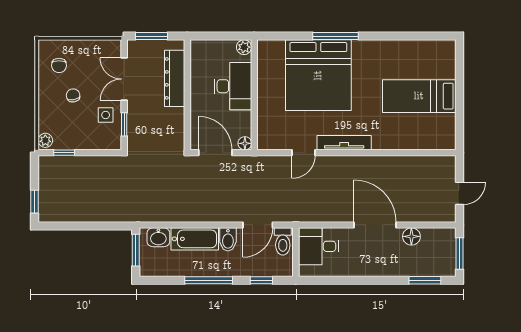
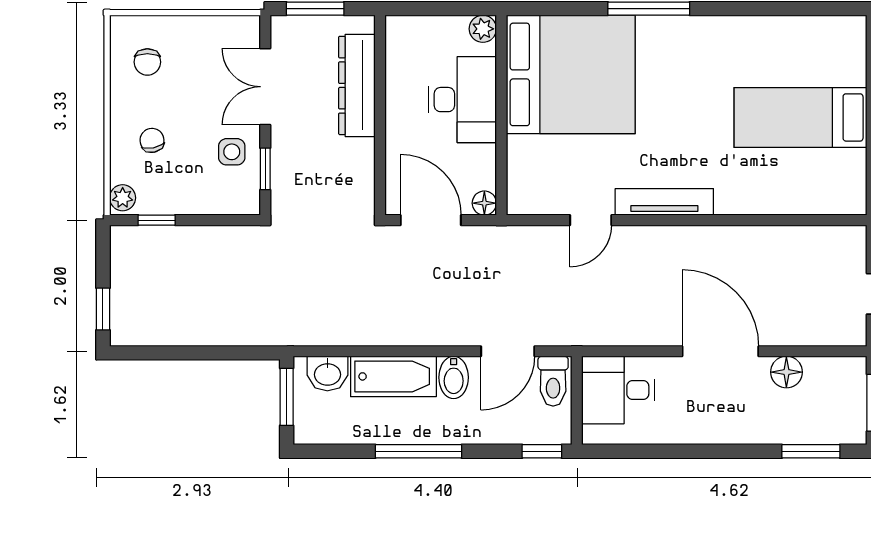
bed: (318, 75) -> (571, 74), moved, turned -90
chair: (73, 95) -> (152, 140), moved
window: (261, 280) -> (542, 451), moved

